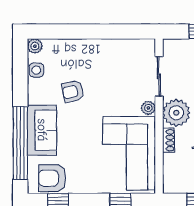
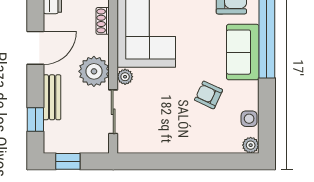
armchair: (73, 91) -> (209, 95), turned -143
shoe rack: (169, 140) -> (103, 21), moved

